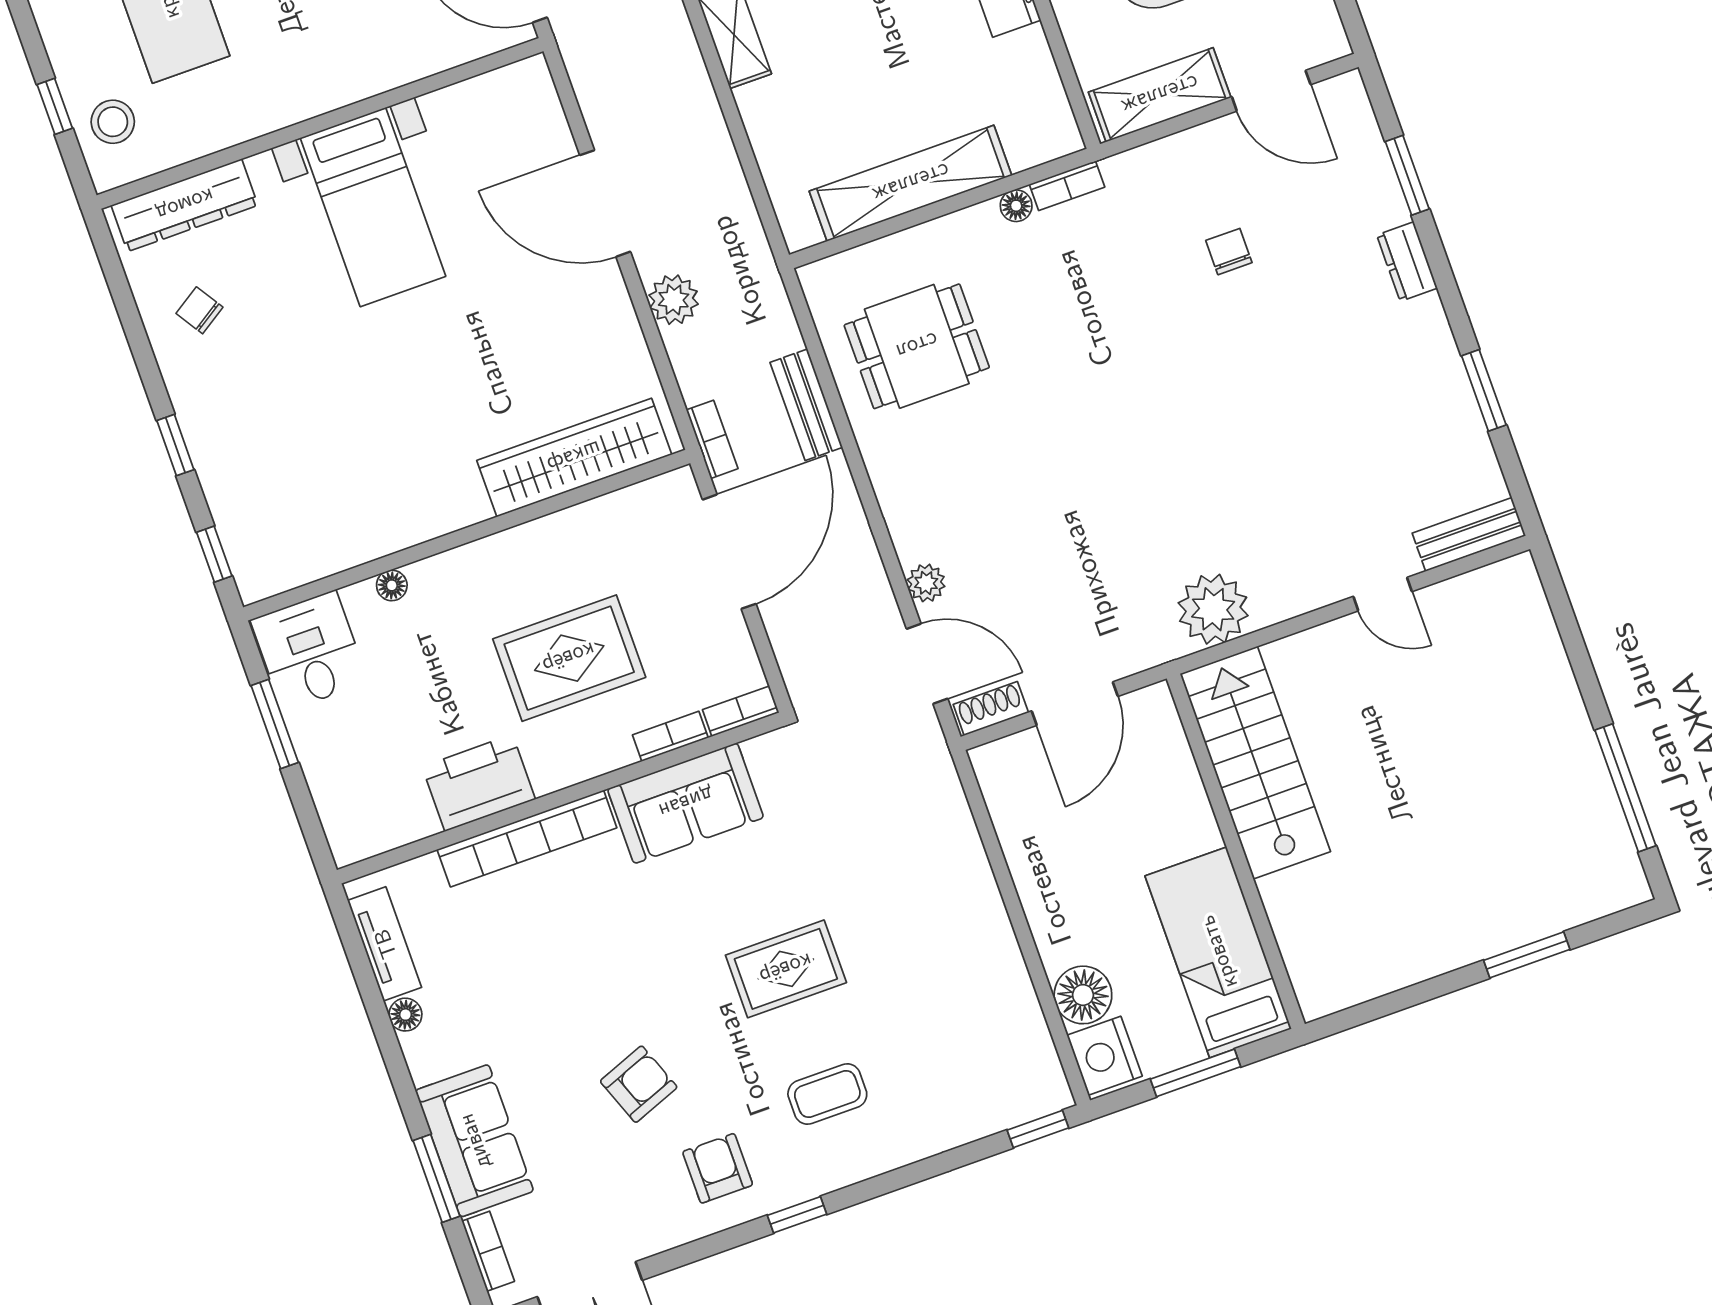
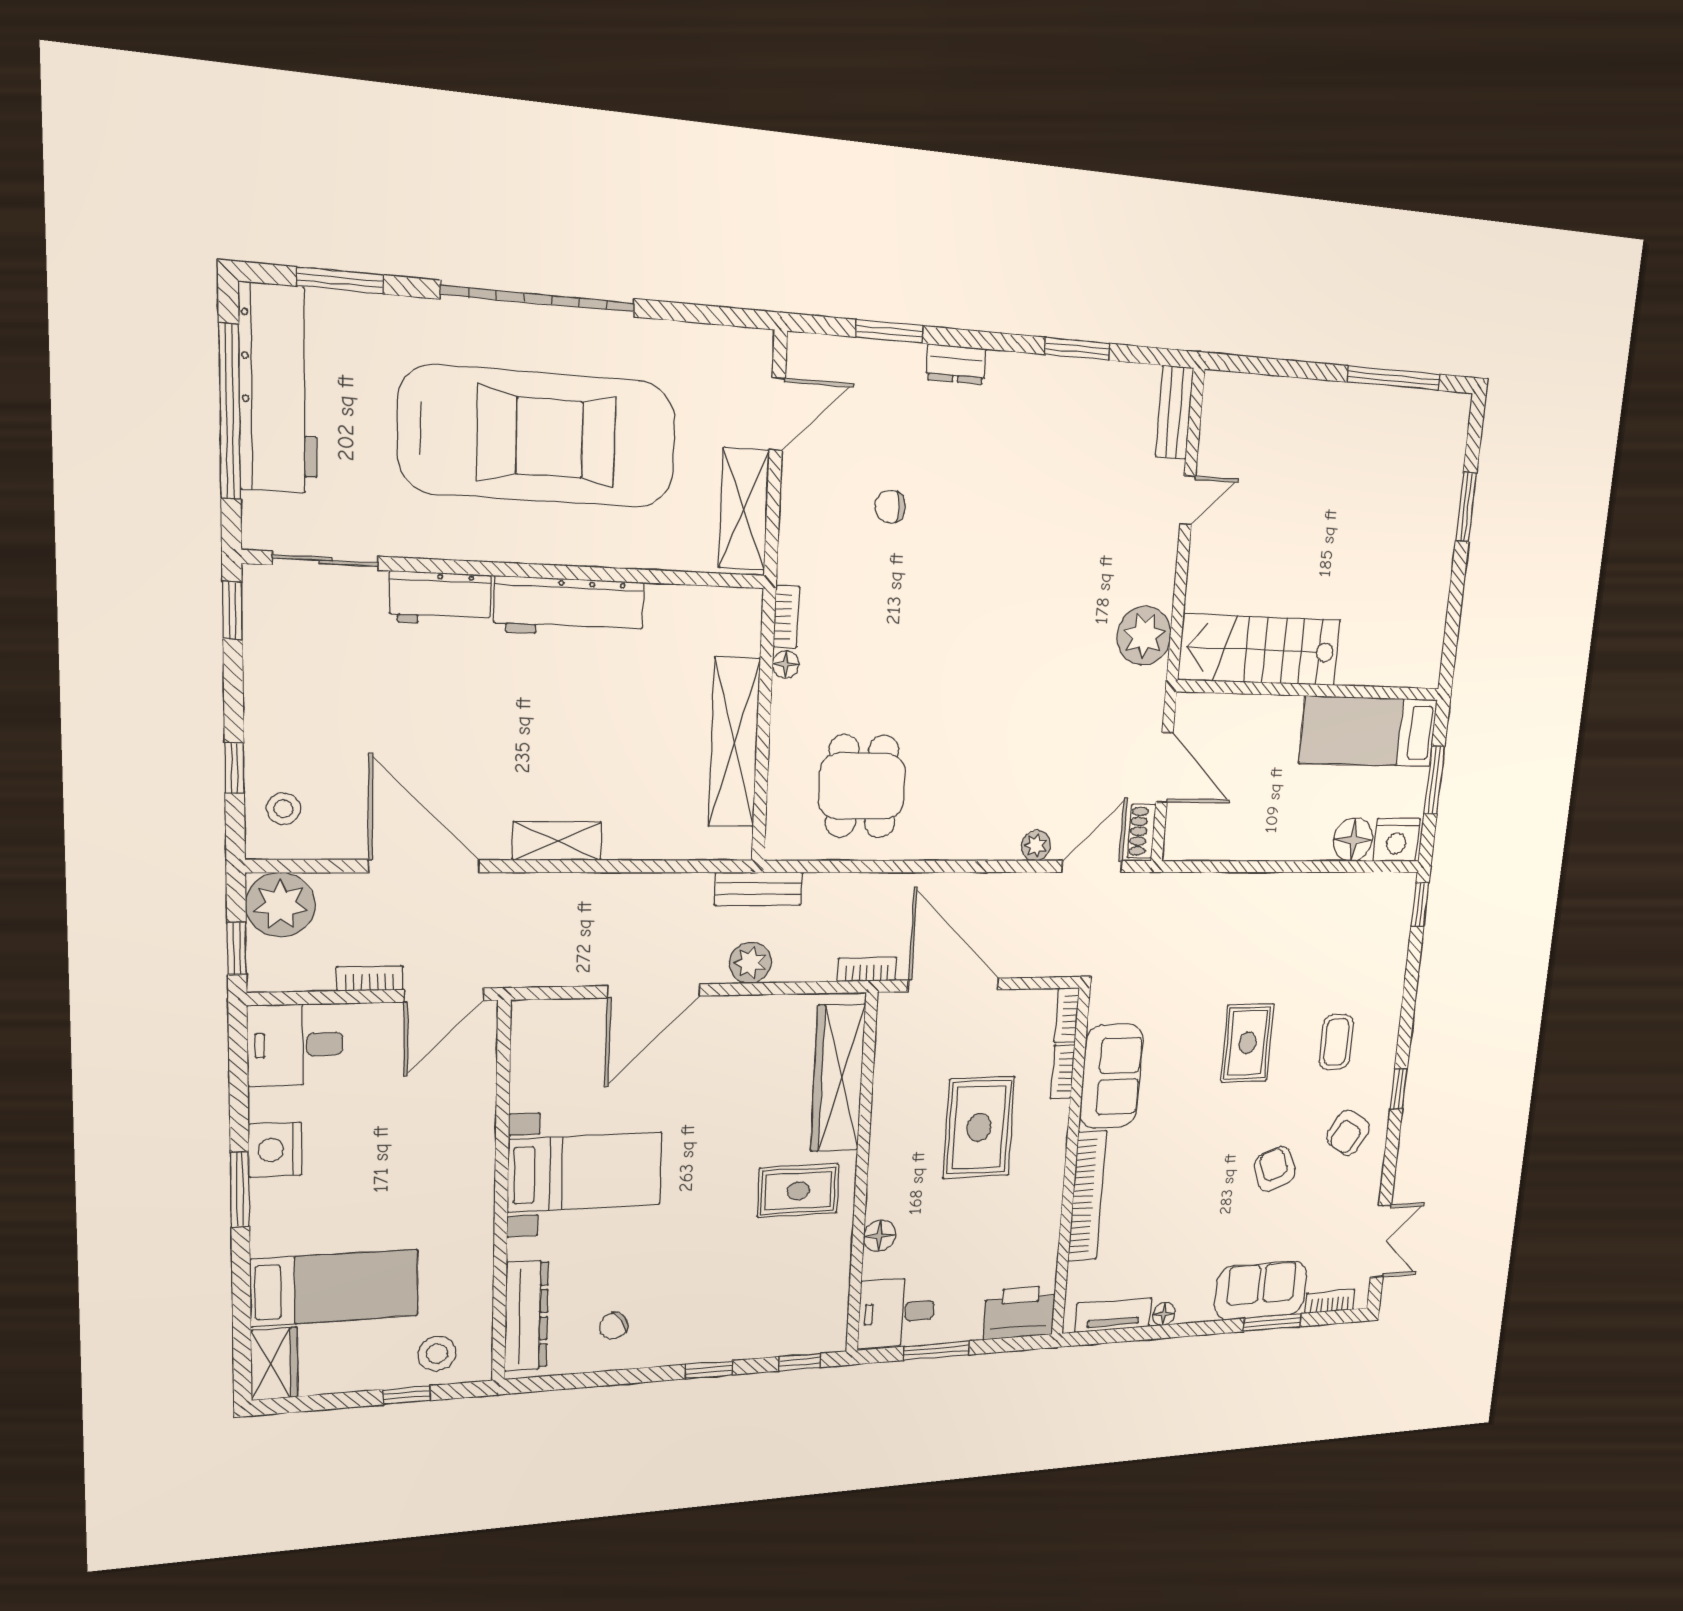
bench: (806, 405) -> (759, 889), moved
rug: (425, 465) -> (798, 1191), added
floor lamp: (392, 585) -> (880, 1236), width x1.37, depth x1.37
printer: (479, 783) -> (1019, 1313), moved, turned 90
armchair: (718, 1168) -> (1348, 1133), turned -58

